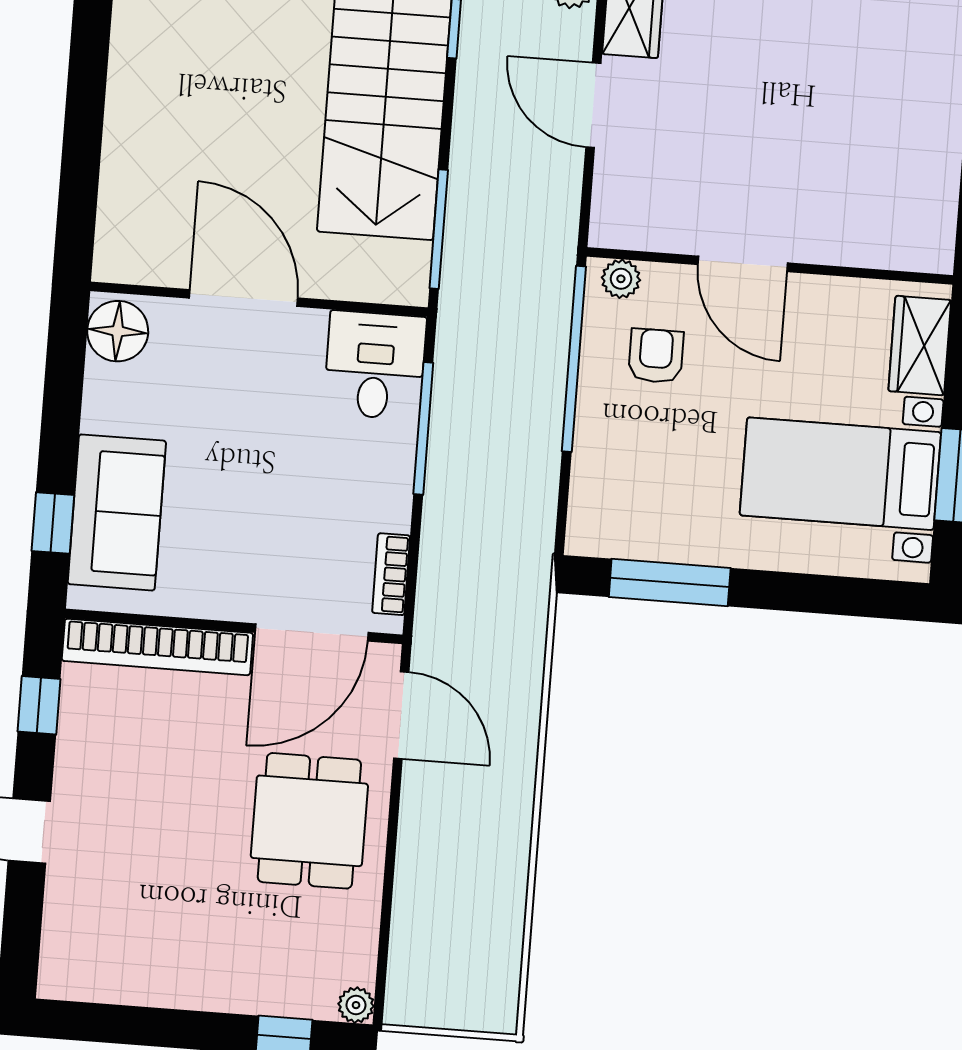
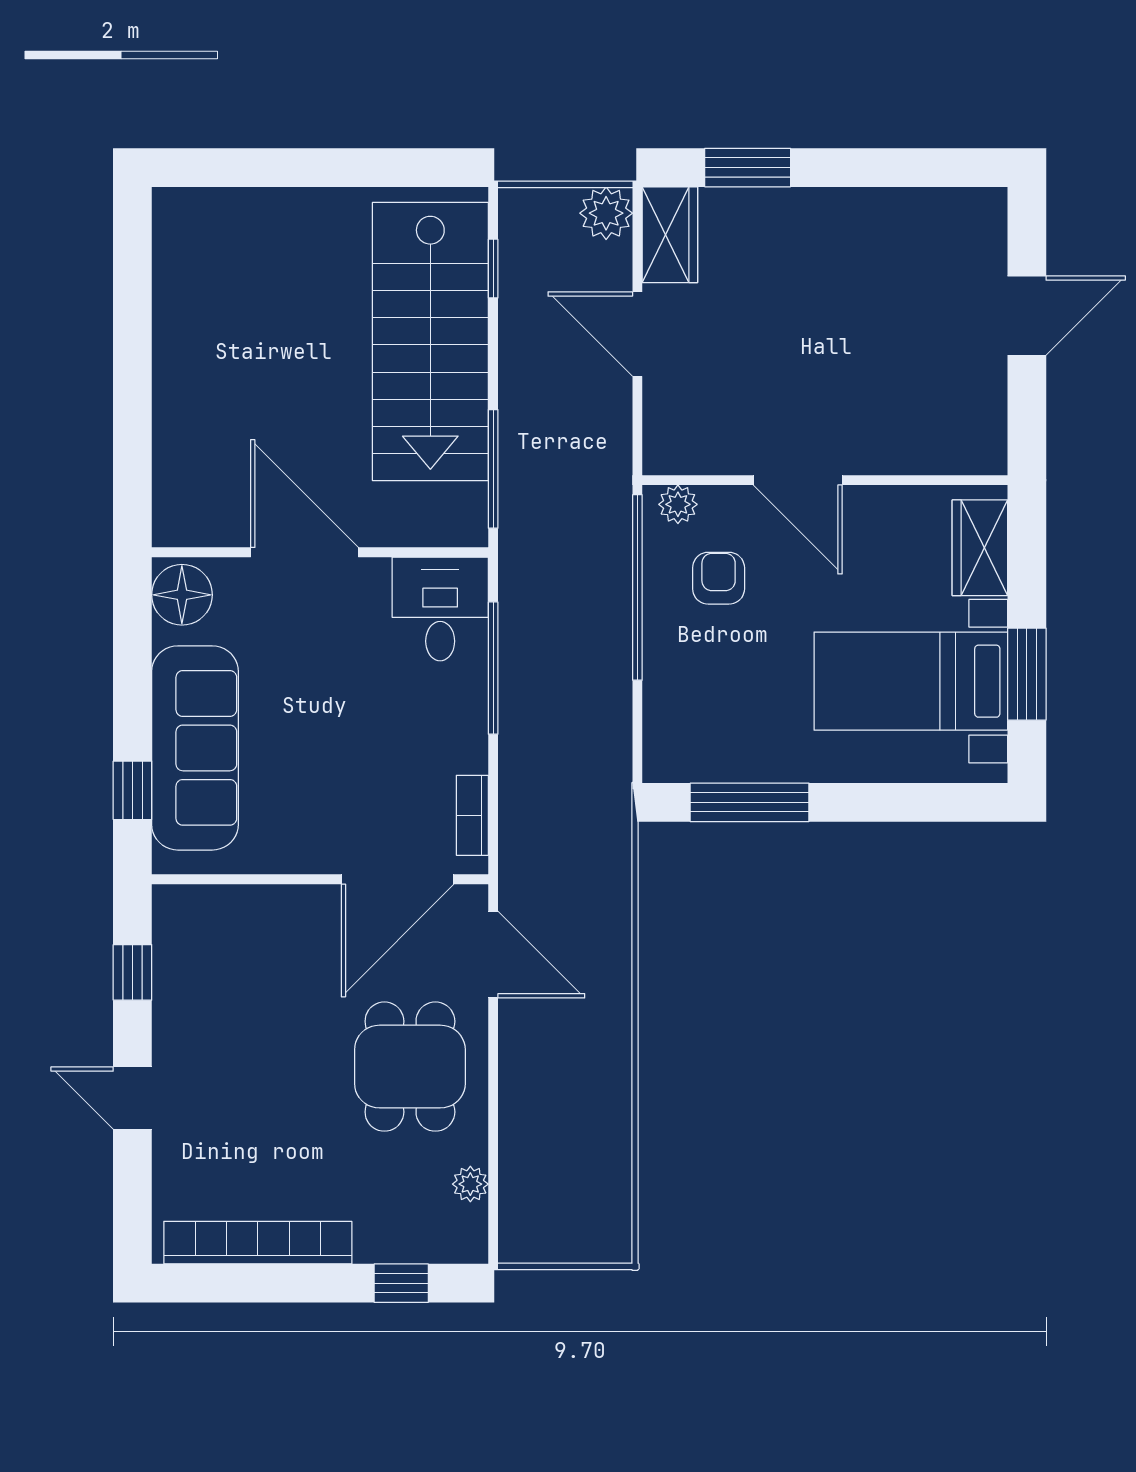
sofa: (117, 512) -> (195, 748), width x1.36
bookcase: (157, 647) -> (258, 1243), moved, turned 180
plant: (356, 1005) -> (470, 1184), moved

